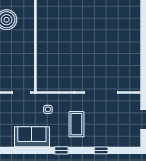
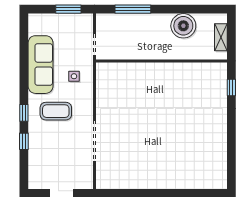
sofa: (32, 137) -> (41, 65), width x1.36
window: (61, 150) -> (24, 113), moved

